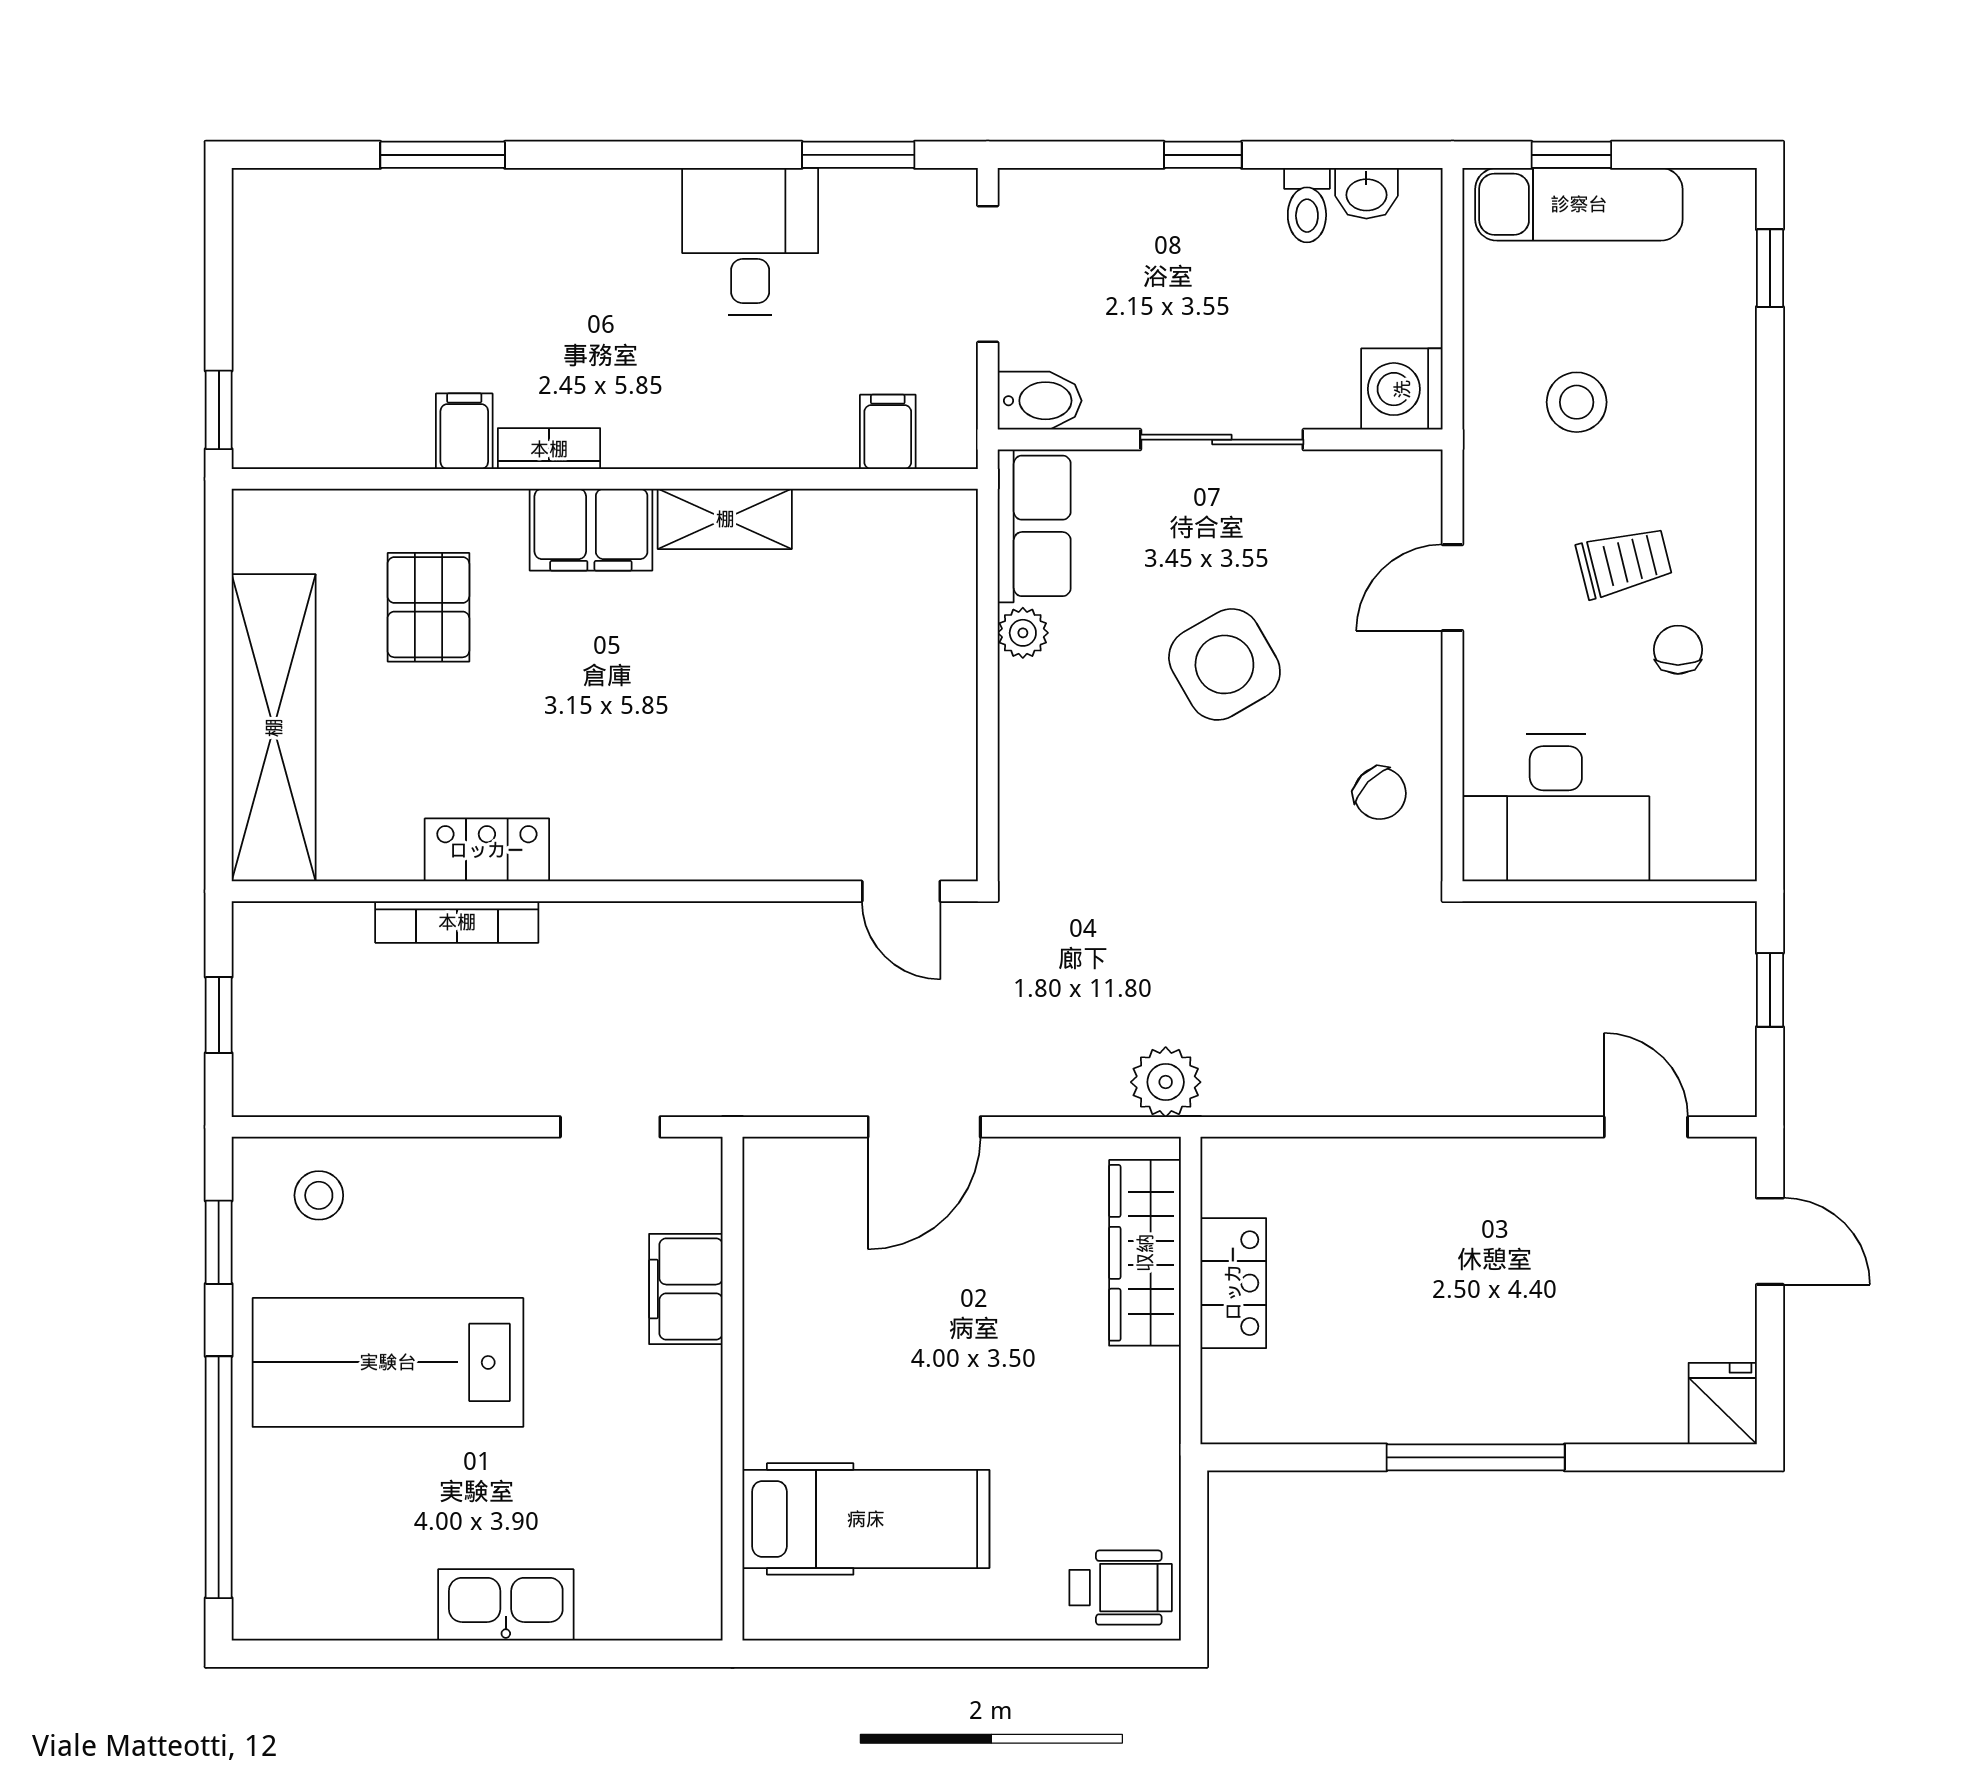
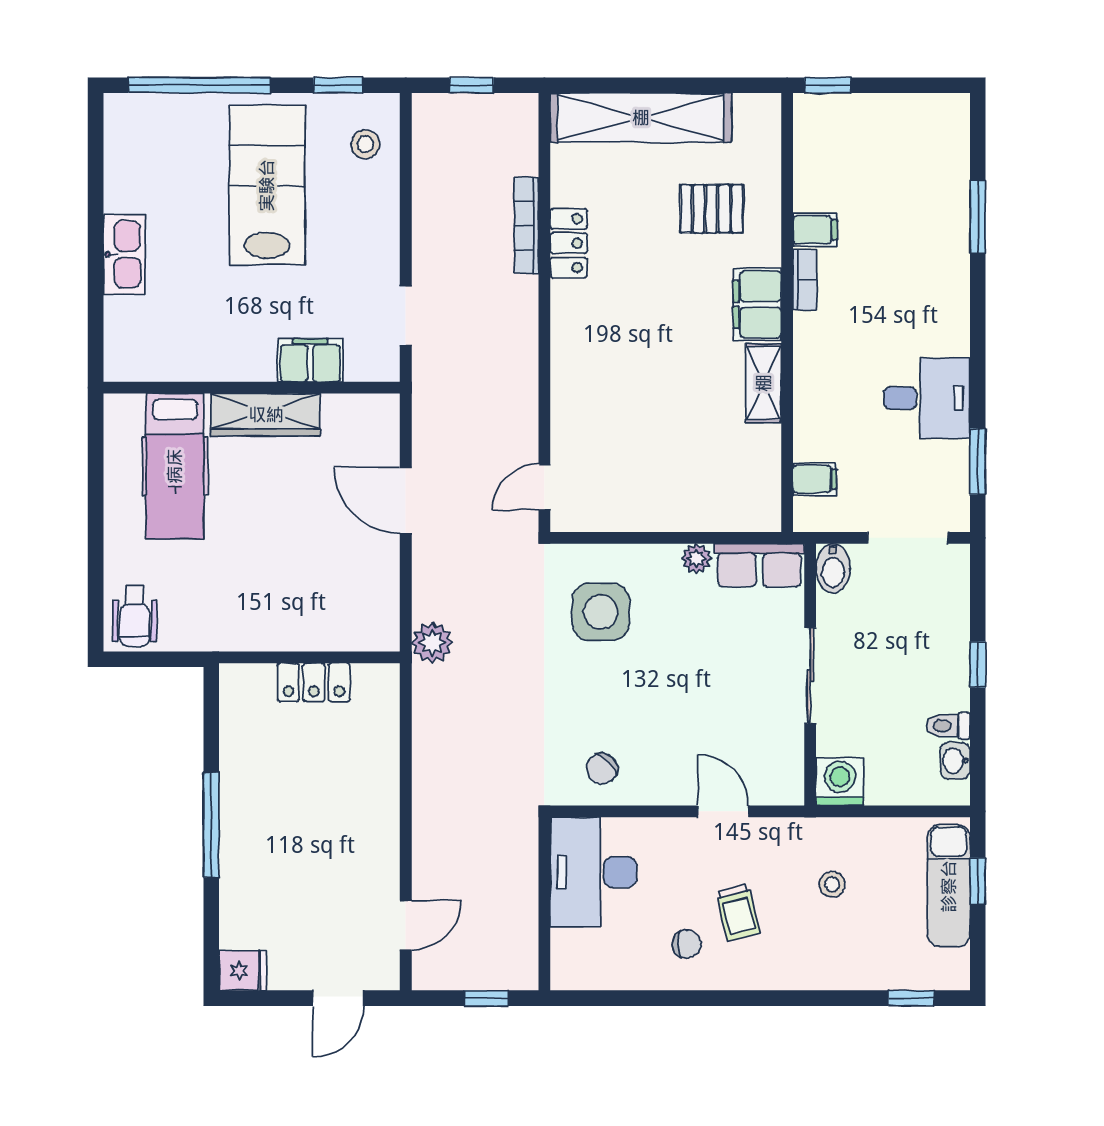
stool: (1577, 402) -> (832, 884), width x0.73, depth x0.73
side table: (1224, 664) -> (601, 612), moved, turned 30
wardrobe: (1145, 1253) -> (266, 415), moved, turned 180

